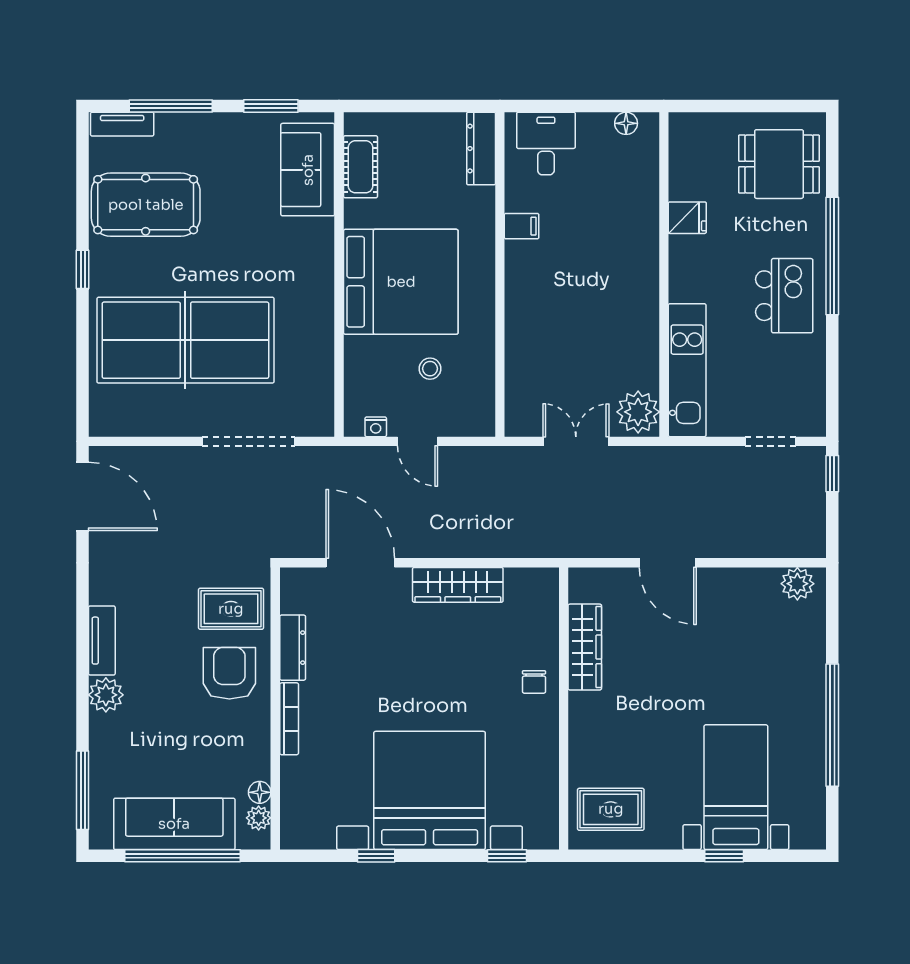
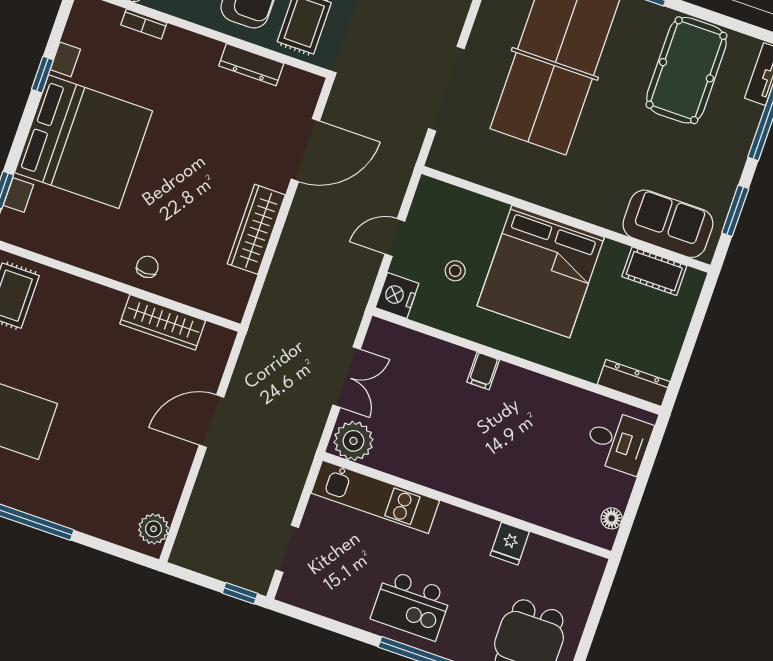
filing cabinet: (522, 226) -> (483, 371), moved
nightstand: (376, 427) -> (397, 295), moved, width x1.89, depth x1.79
chair: (534, 682) -> (147, 267), turned 90
bookcase: (289, 719) -> (144, 24), moved, width x0.64

